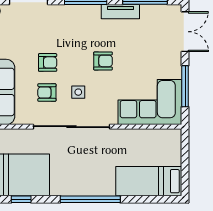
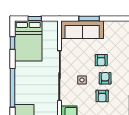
armchair: (47, 92) -> (105, 78), moved

